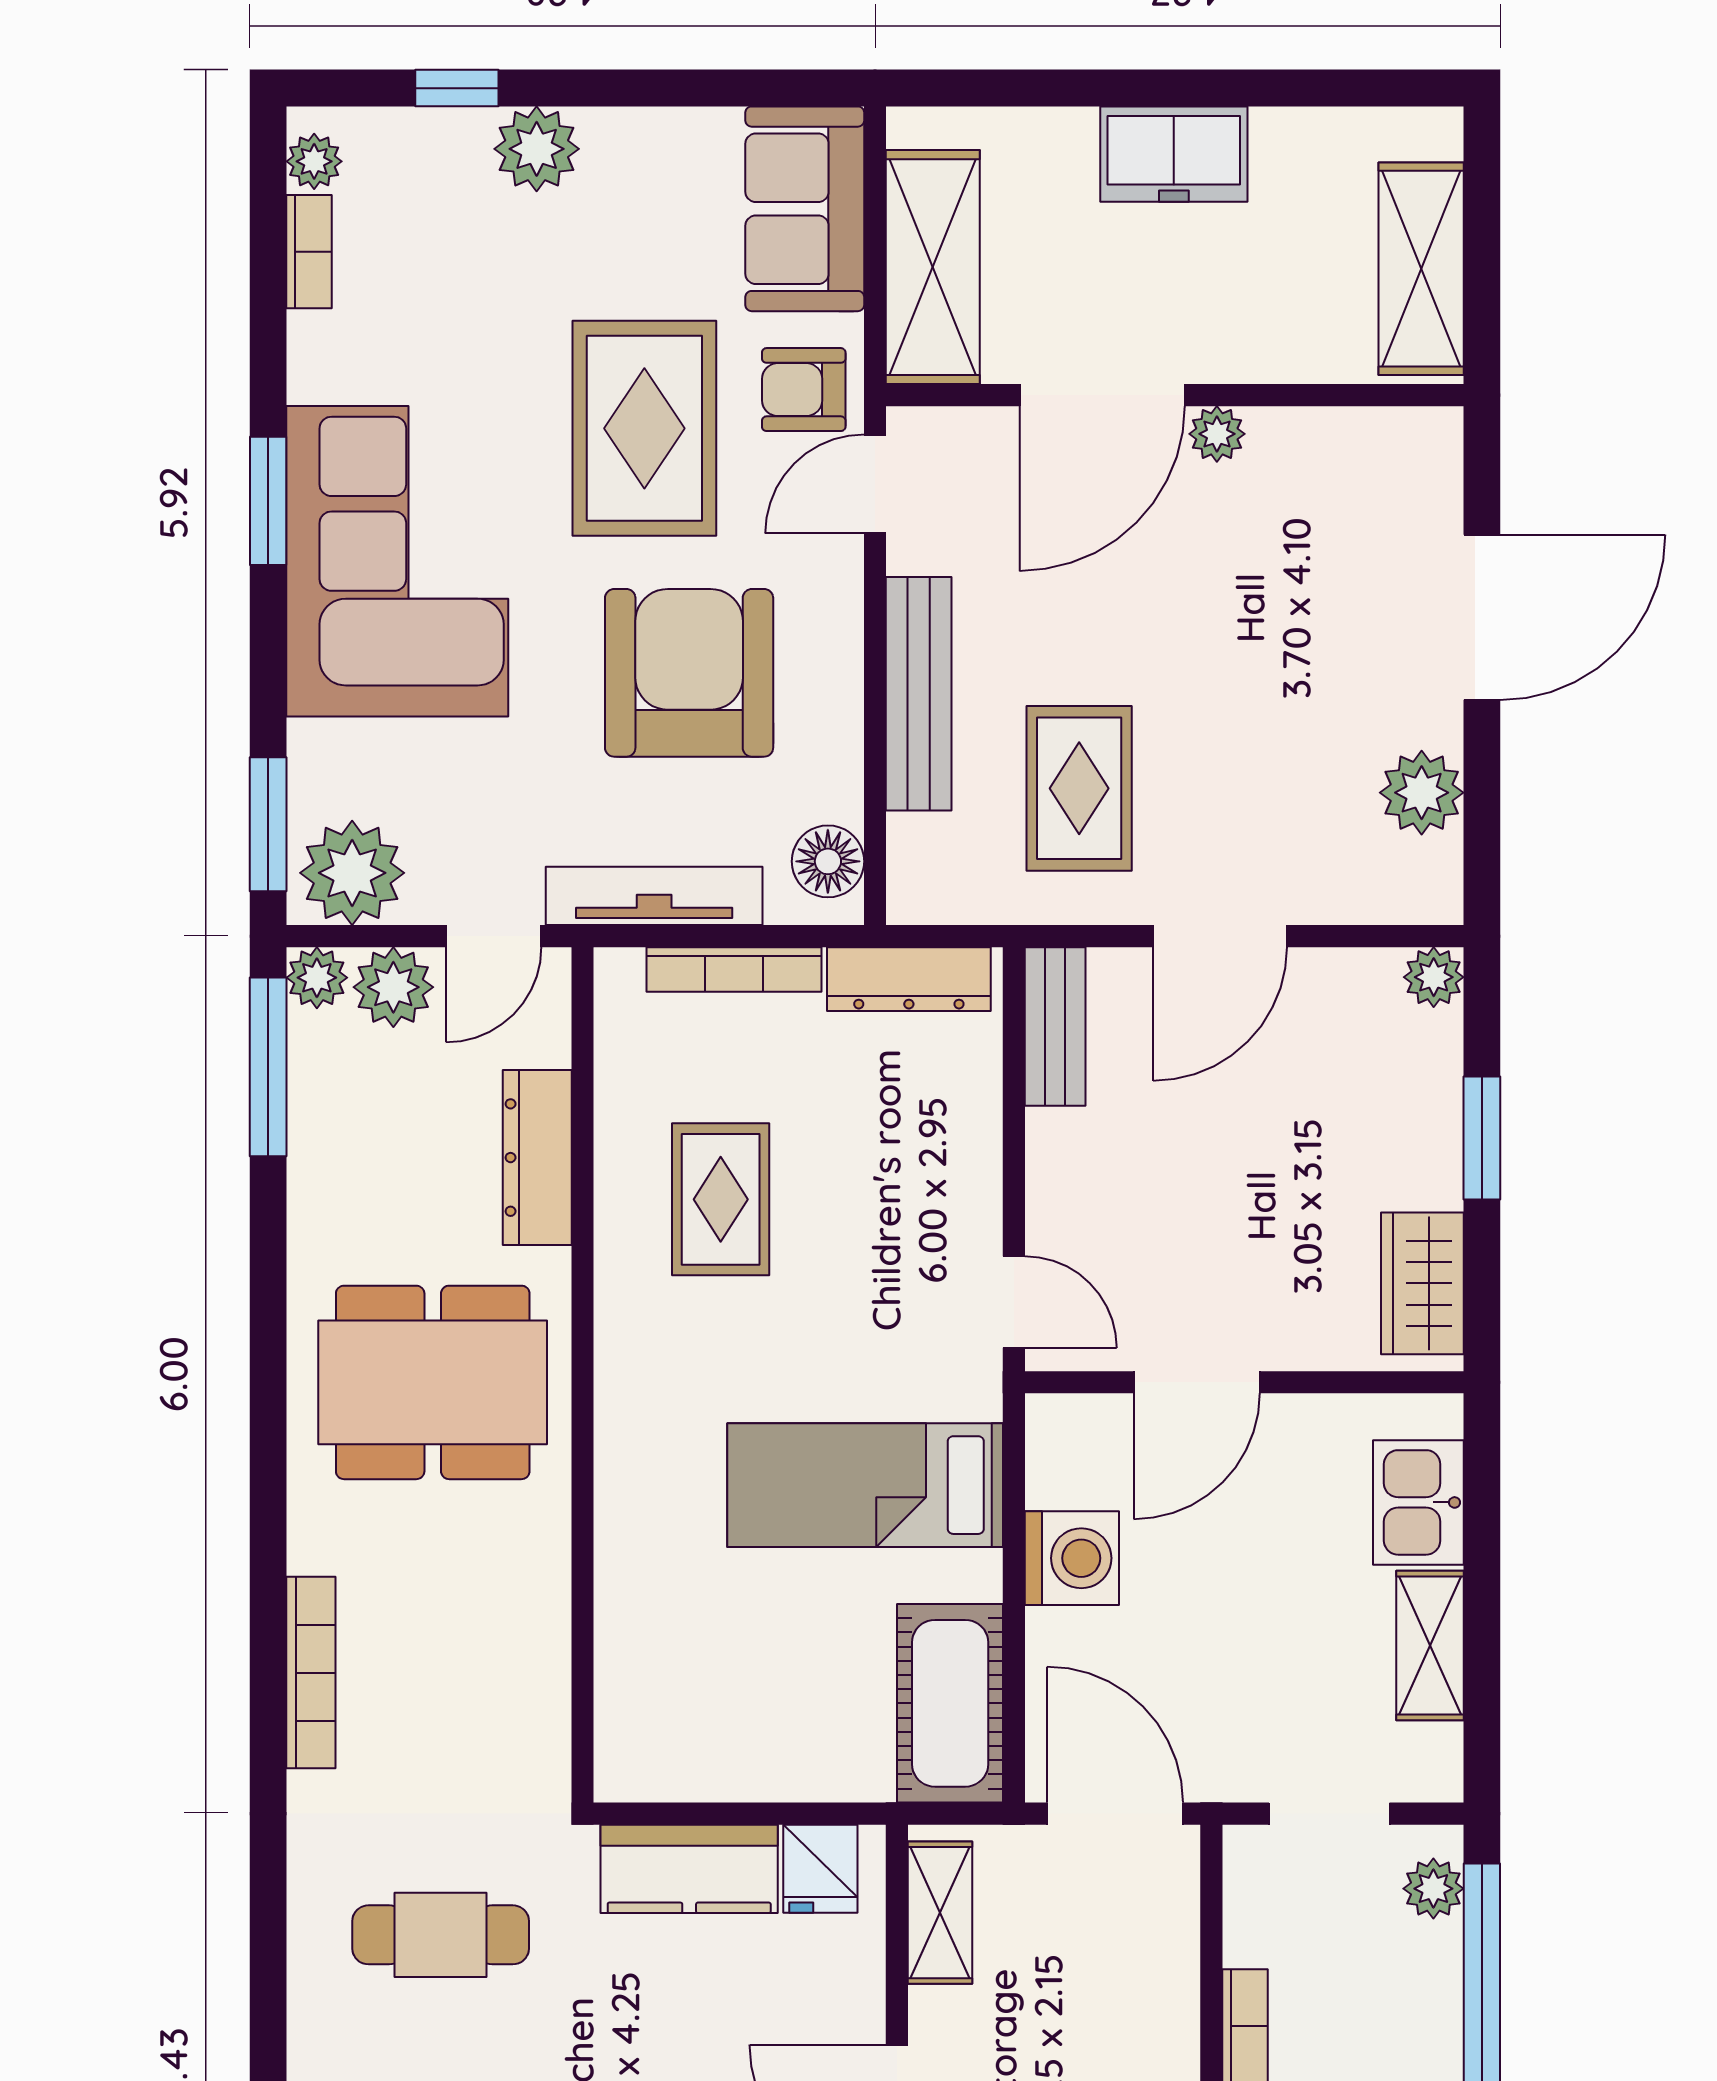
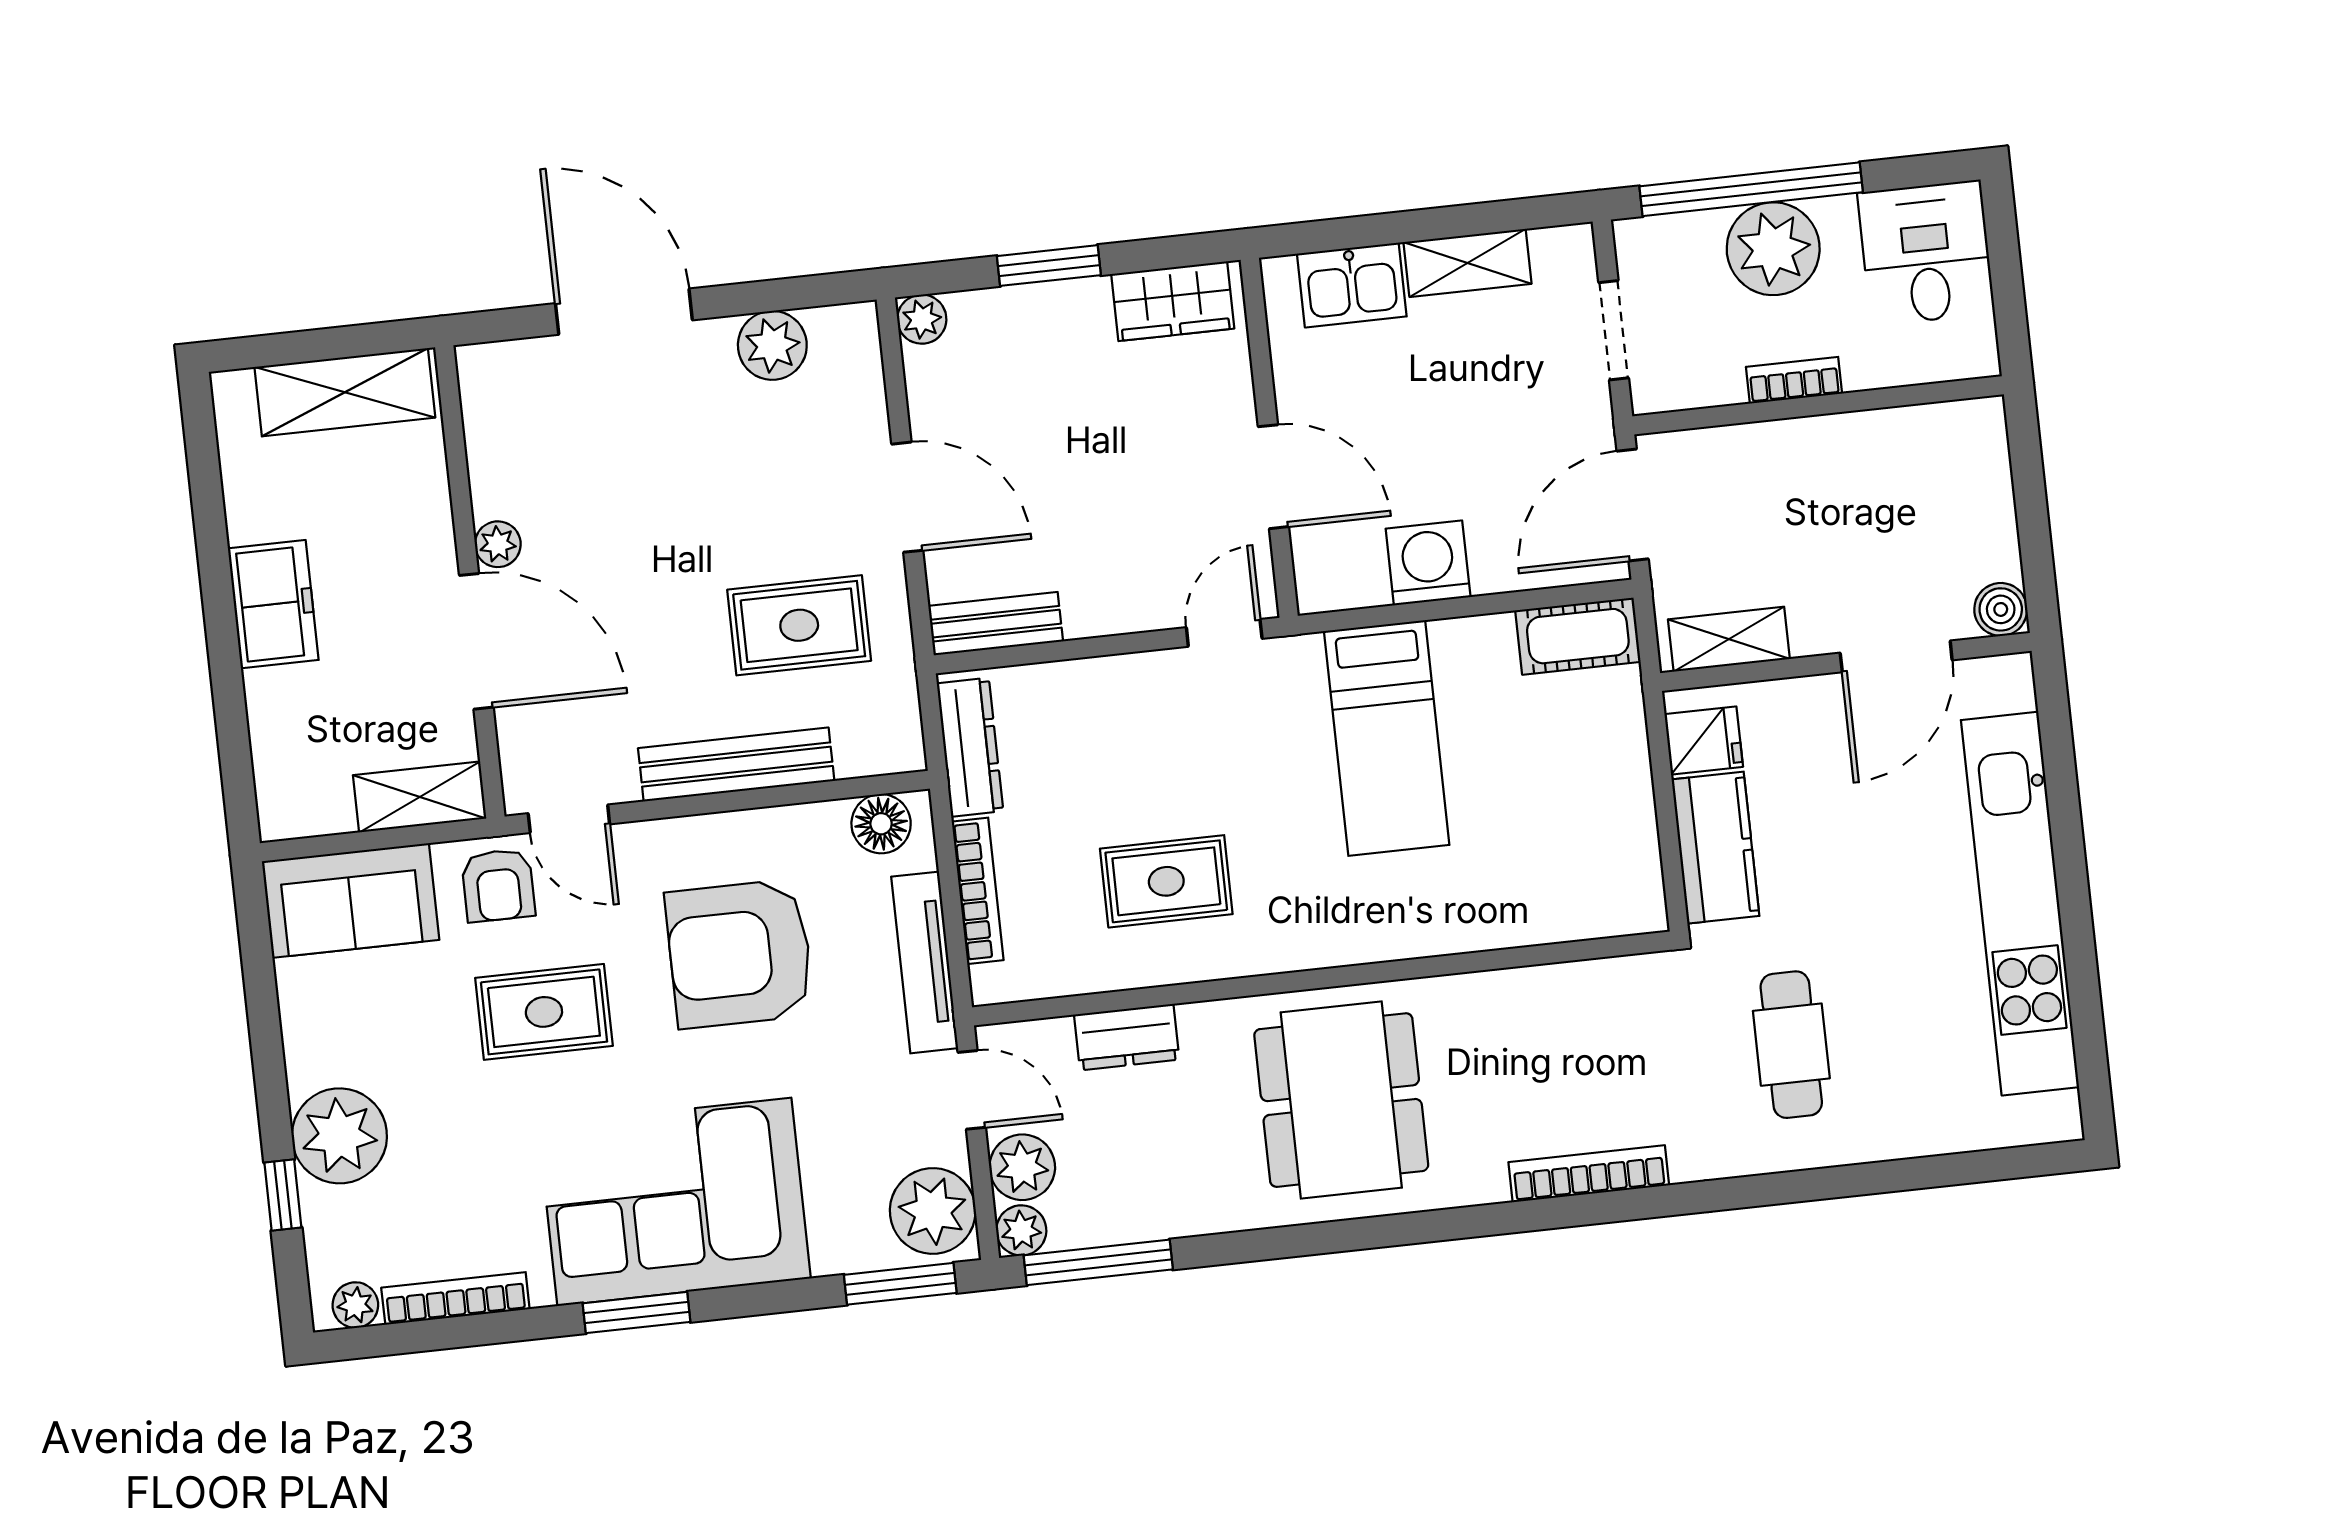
plant: (537, 149) -> (339, 1136), width x1.36, depth x1.36
bookcase: (309, 252) -> (455, 1298), width x1.56
shelving: (933, 267) -> (420, 797), width x0.67, depth x0.75
rug: (644, 428) -> (544, 1012), width x0.73, depth x0.70
dresser: (537, 1158) -> (1127, 1037), width x0.70
cot: (950, 1703) -> (1578, 636), width x0.73, depth x0.75
plant: (1433, 1889) -> (1773, 249), moved, width x1.87, depth x1.87

